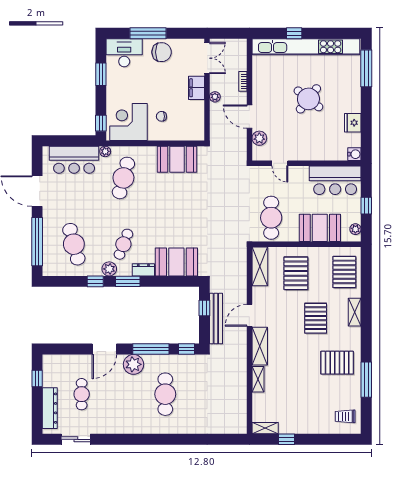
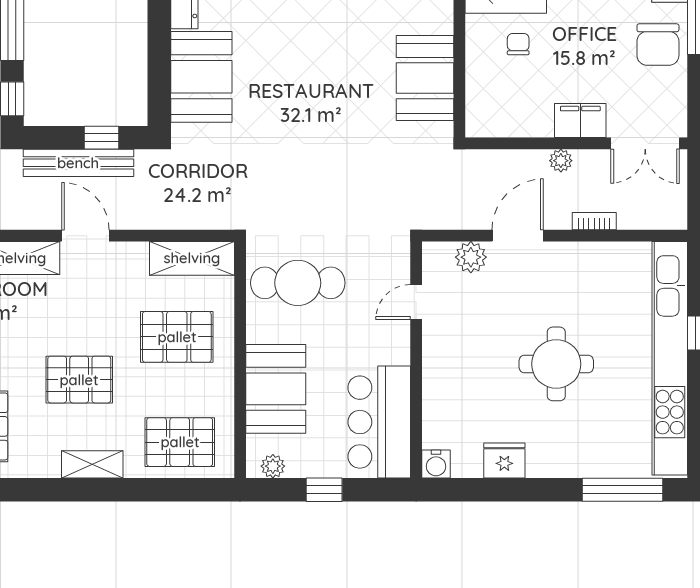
round table: (308, 99) -> (556, 364), turned -38

